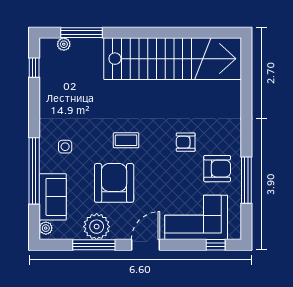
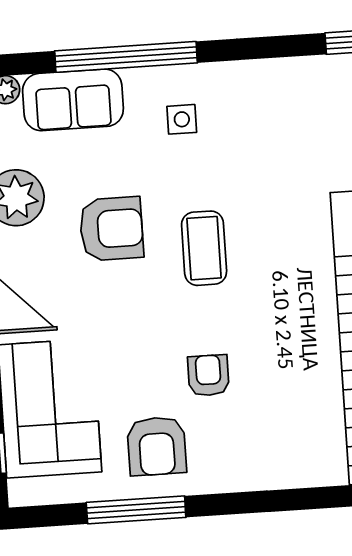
coffee table: (126, 140) -> (204, 248), width x1.36, depth x1.30
armchair: (114, 183) -> (111, 229), width x0.73, depth x0.73

